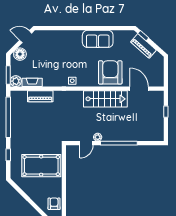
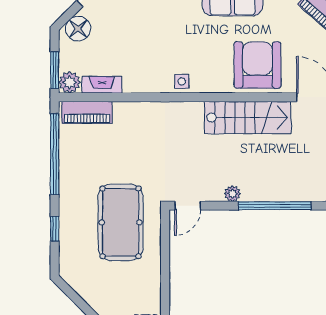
piano: (40, 96) -> (87, 112), moved
door: (86, 143) -> (188, 206), moved
pool table: (41, 166) -> (121, 222), moved, turned 90

